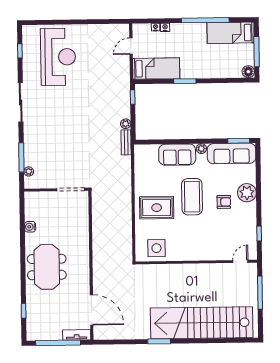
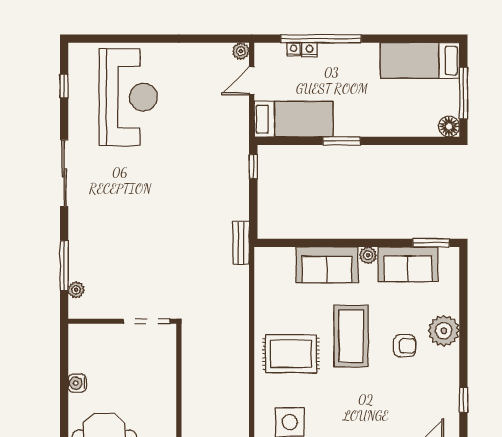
window: (205, 20) -> (321, 39), moved
plant: (126, 124) -> (241, 51), moved
sofa: (232, 153) -> (408, 264), width x0.73

